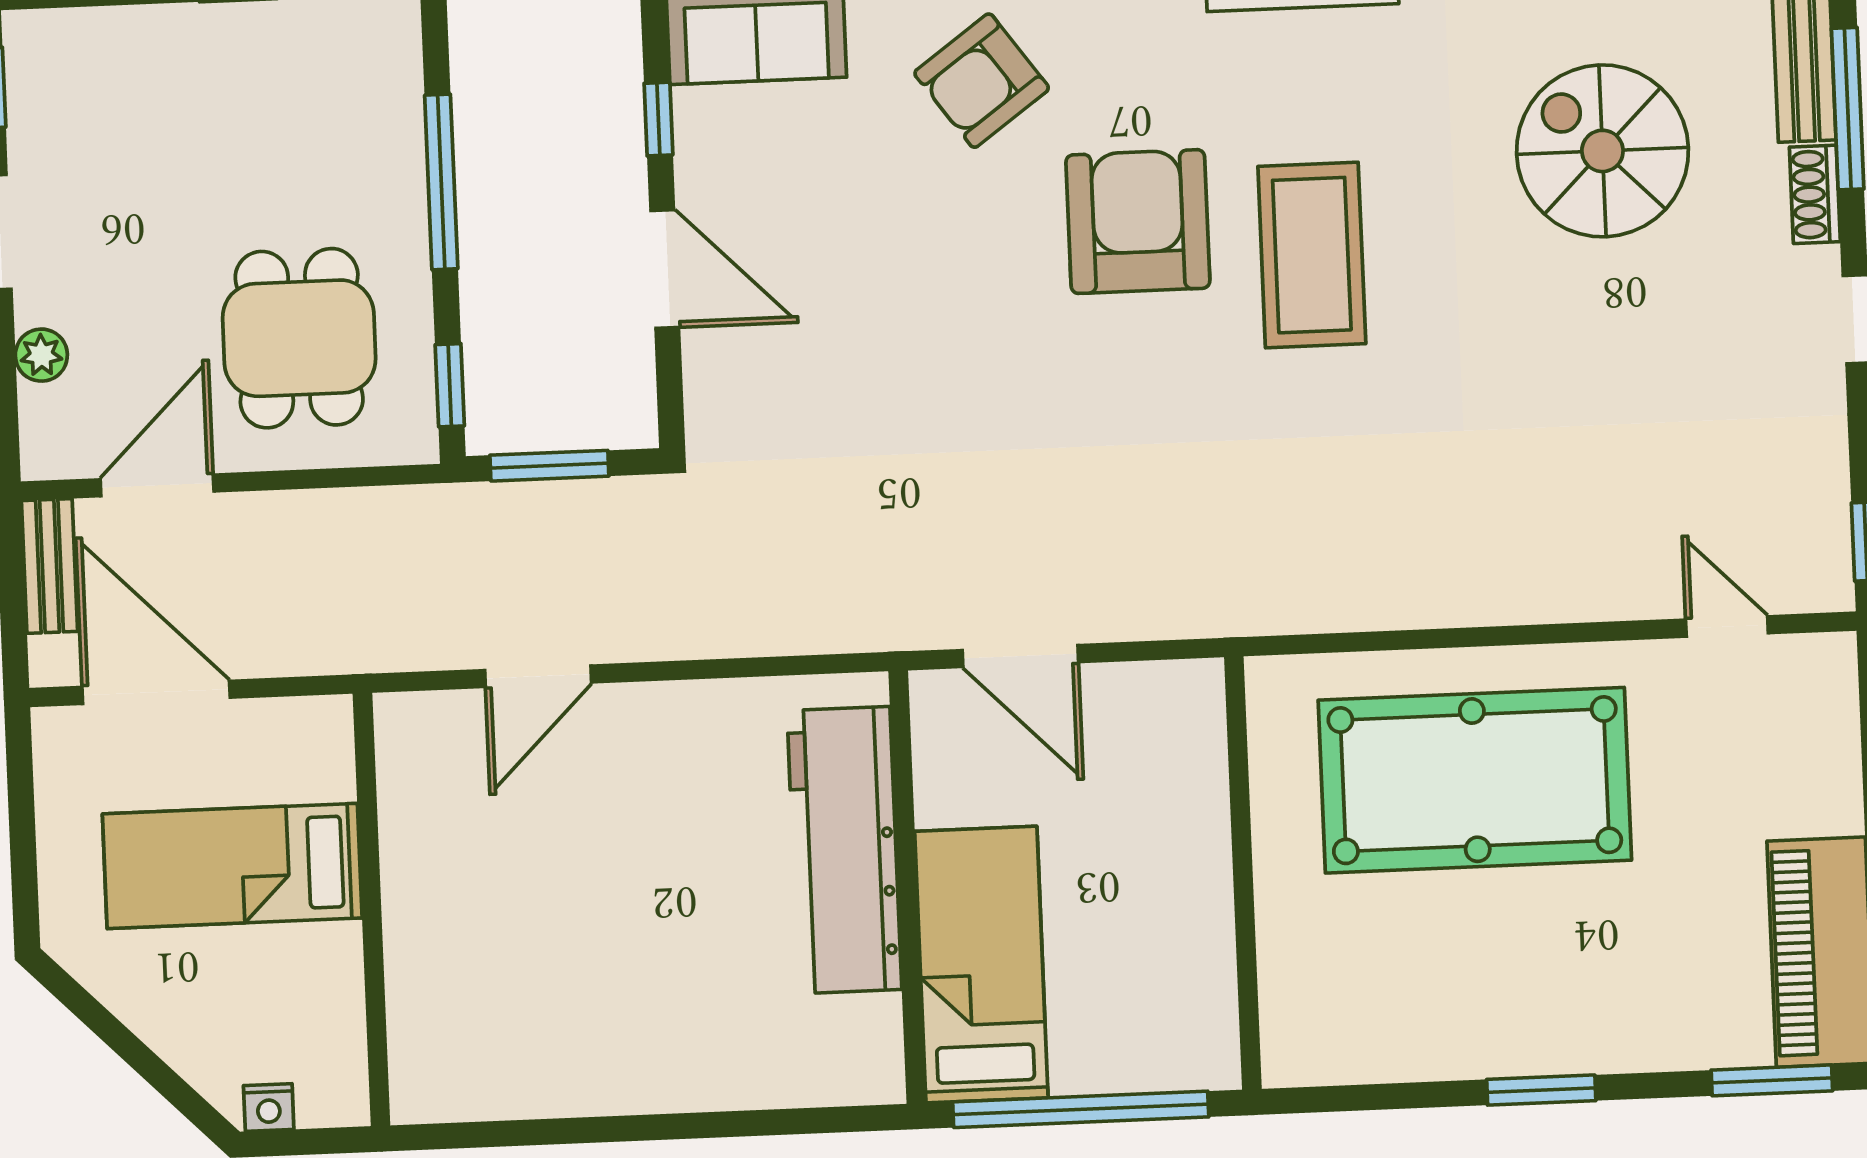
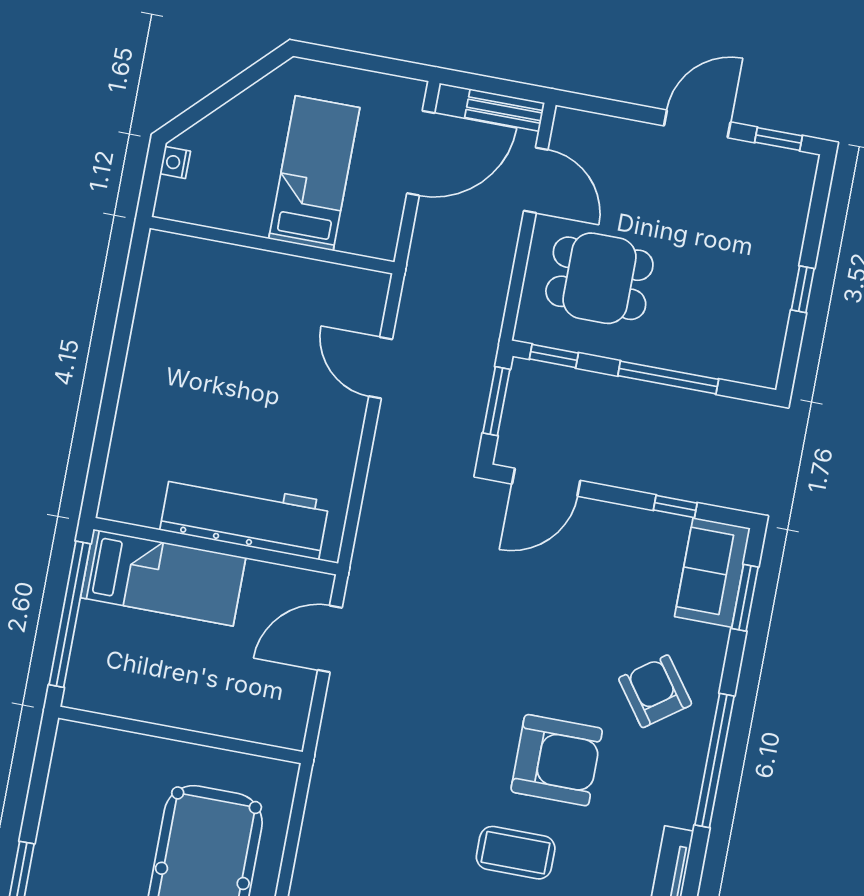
coffee table: (1312, 255) -> (516, 853), width x0.73, depth x0.76
door: (665, 269) -> (546, 482), moved
plant: (41, 355) -> (623, 133), removed

